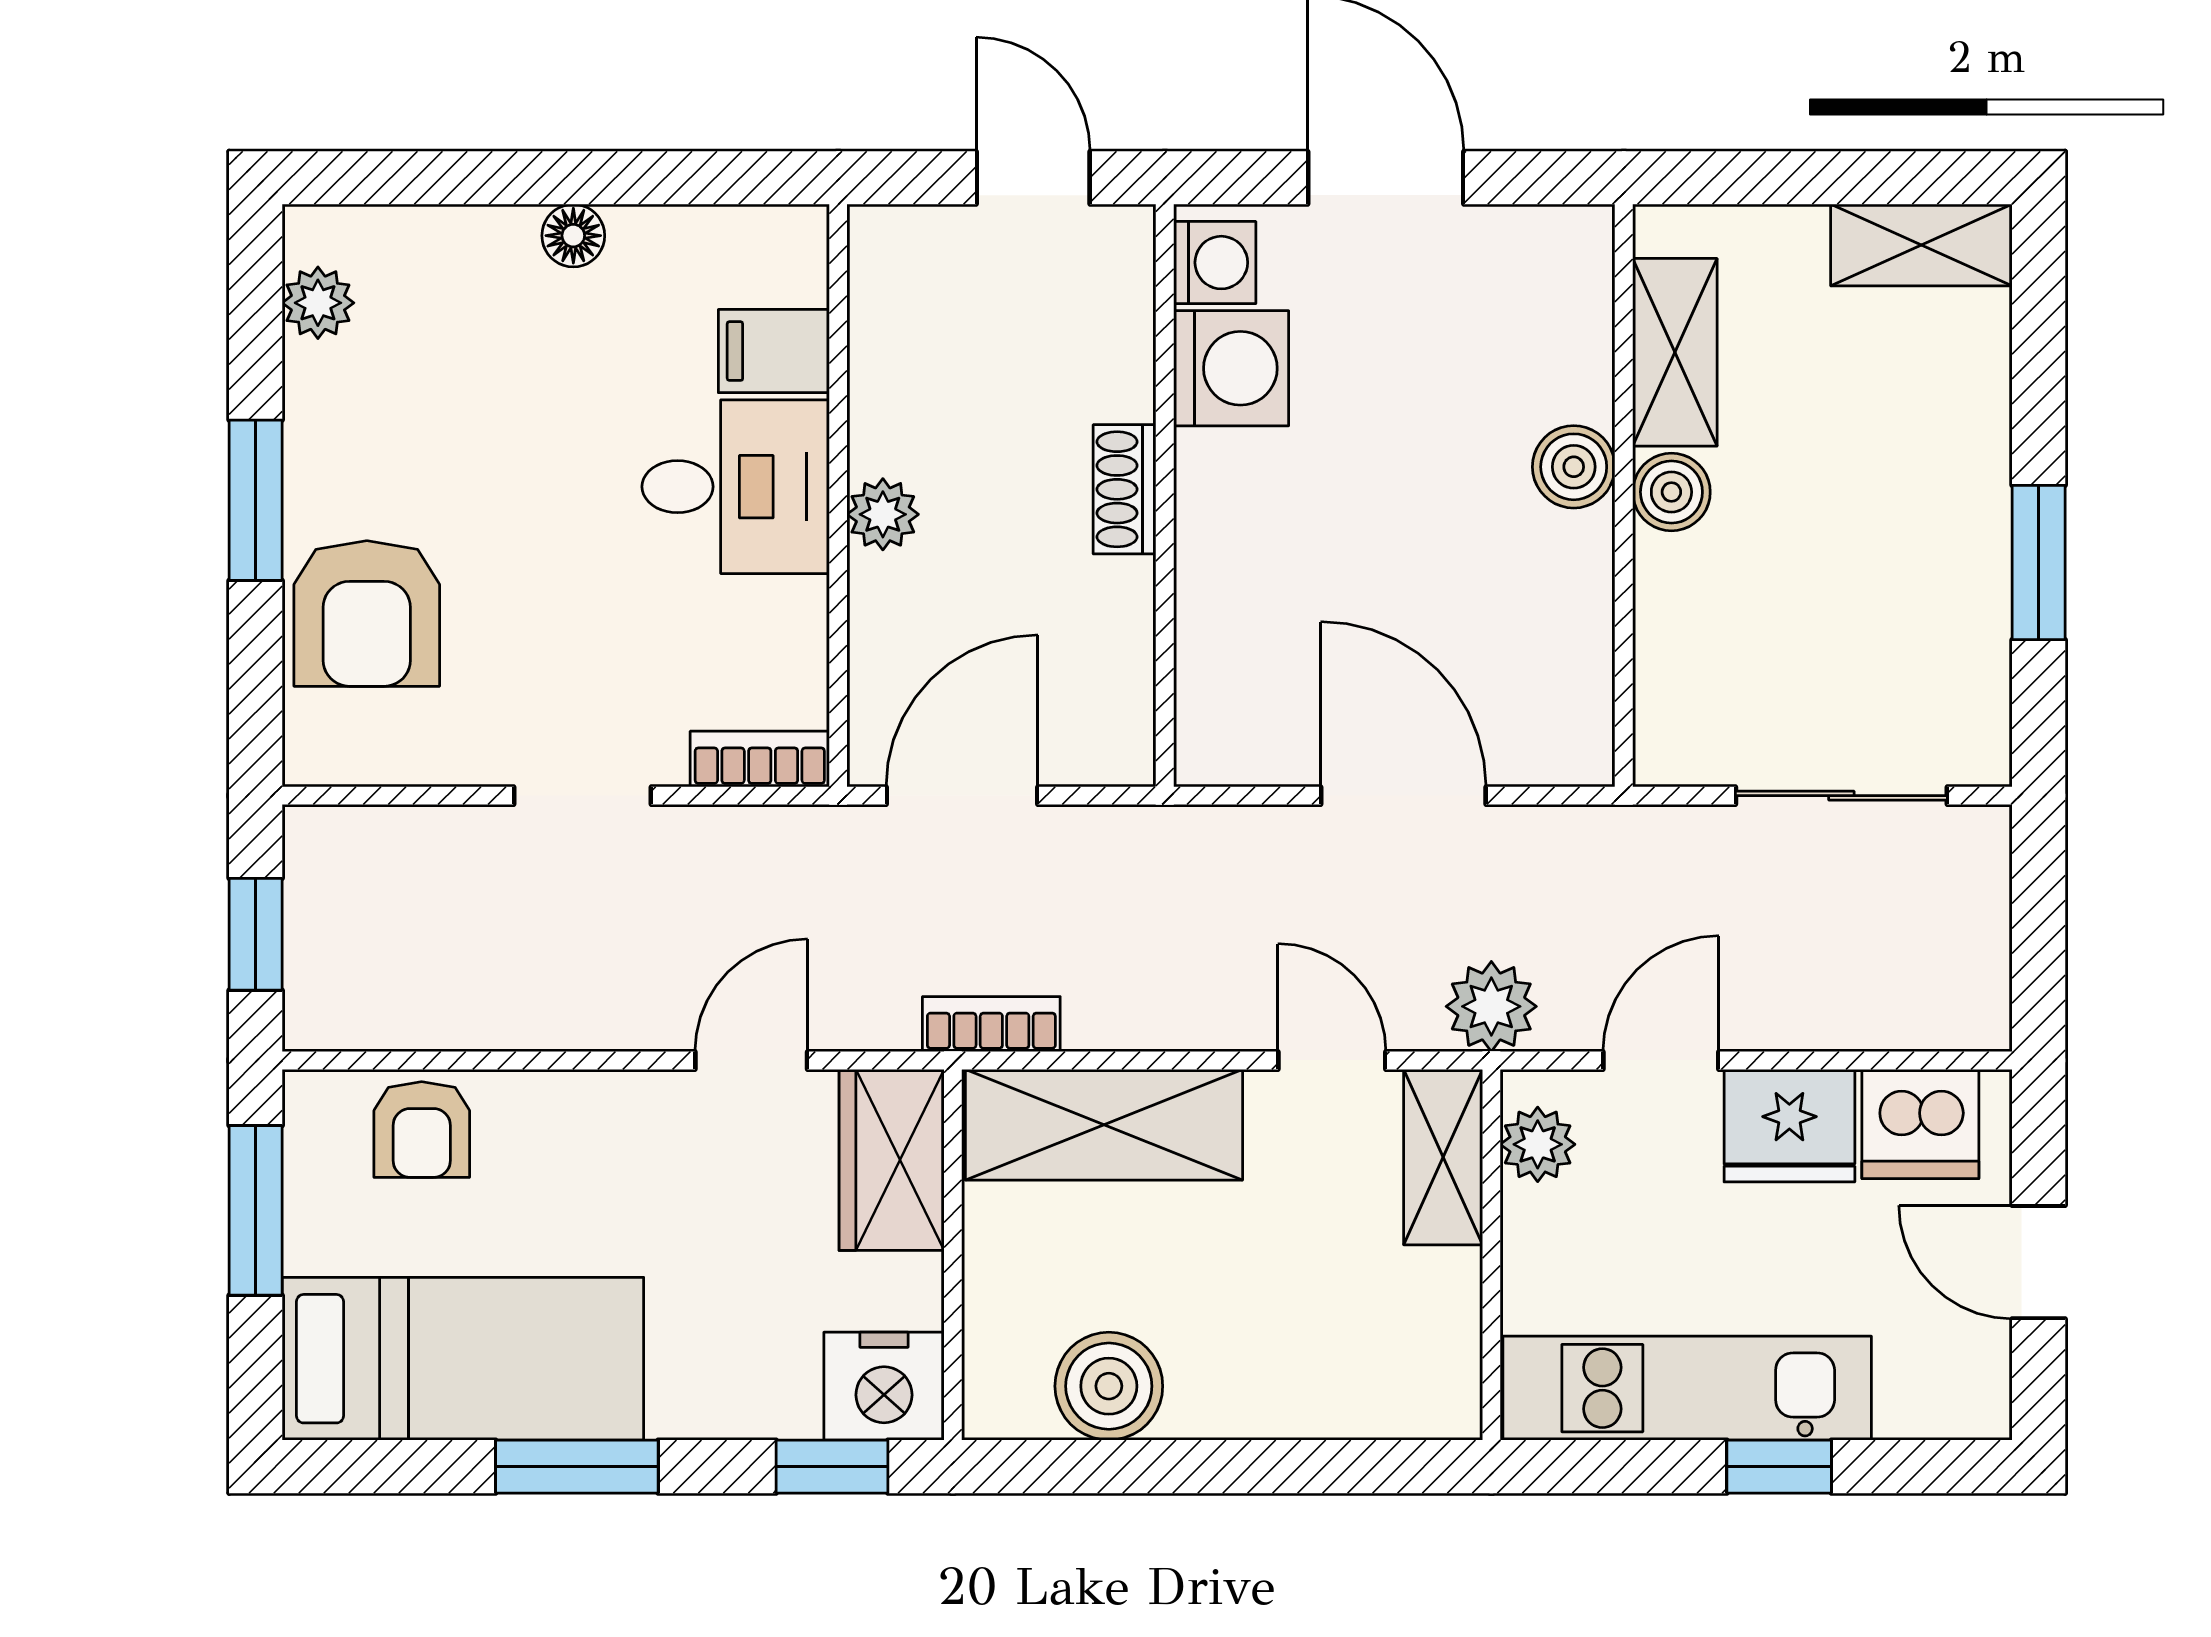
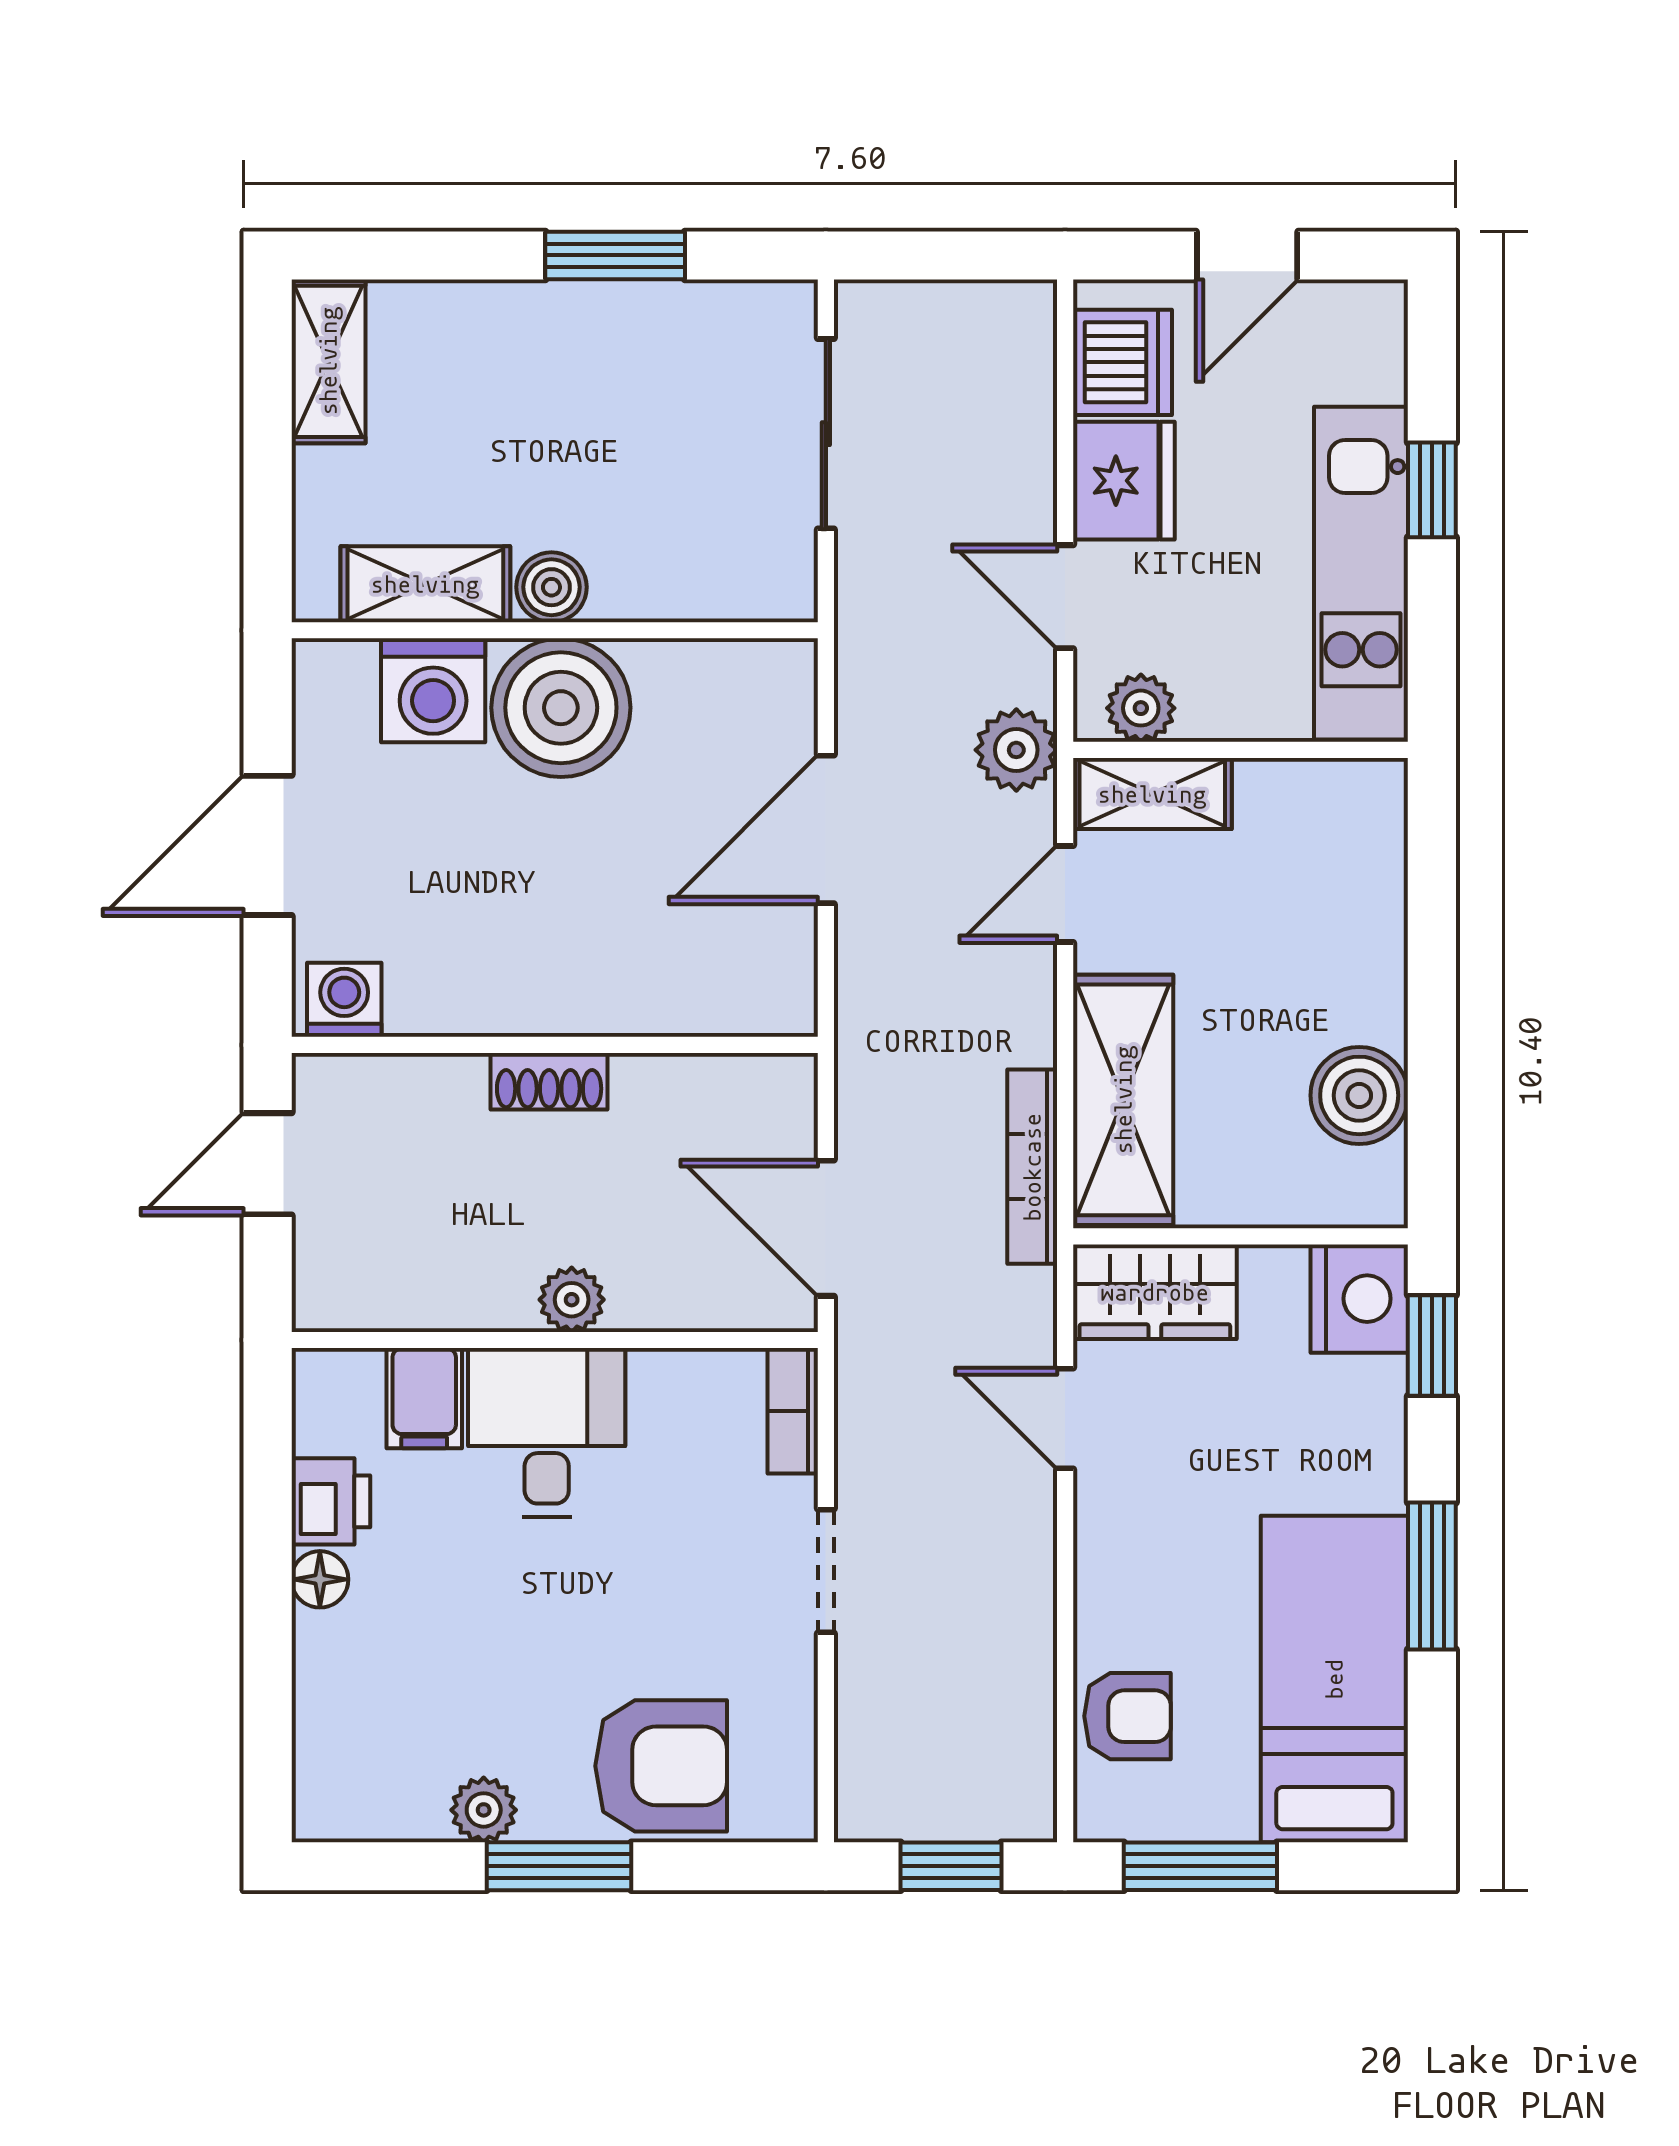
printer: (660, 248) -> (331, 1501), added
plant: (318, 303) -> (484, 1810), moved
washing machine: (1231, 368) -> (433, 690), moved, turned 180
boiler: (1574, 467) -> (561, 708), width x1.86, depth x1.86
bookcase: (991, 1024) -> (1032, 1167), width x1.56

